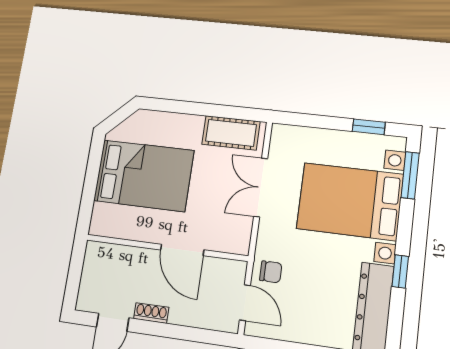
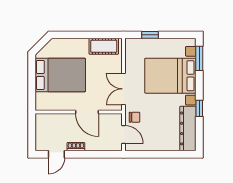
window: (369, 127) -> (150, 35), moved
double door: (261, 187) -> (123, 89), moved

